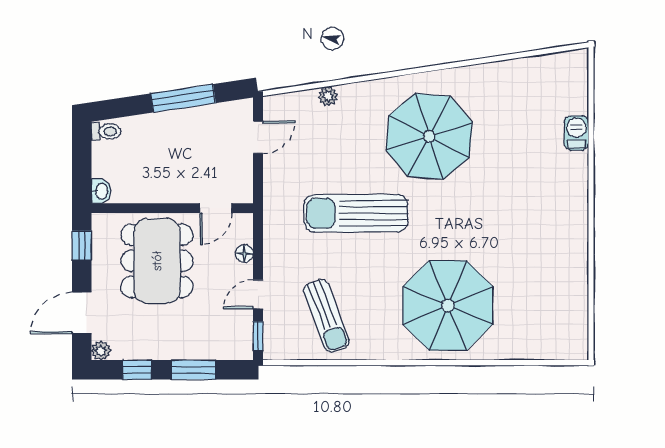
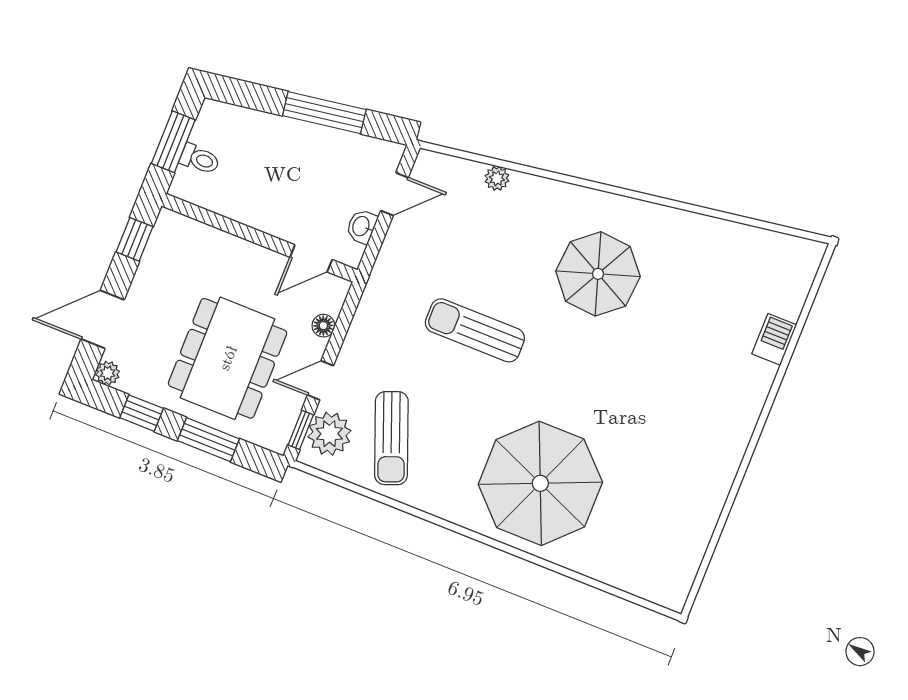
toilet: (106, 131) -> (200, 159), moved
parasol: (429, 136) -> (598, 274), width x0.73, depth x0.73
window: (82, 163) -> (173, 142), added
washbasin: (101, 191) -> (362, 226), moved, turned 180
sun lounger: (356, 213) -> (475, 330), width x0.73, depth x0.75
dining table: (157, 261) -> (228, 358), moved
plant: (280, 330) -> (329, 434), added

